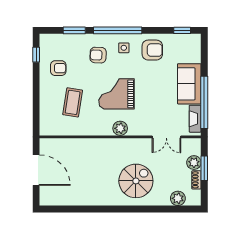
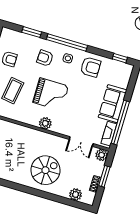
grand piano: (117, 94) -> (51, 94), turned 180
plant: (194, 163) -> (102, 155), moved

